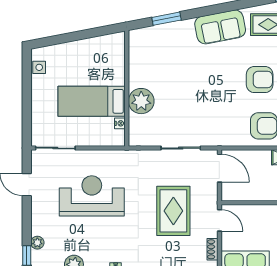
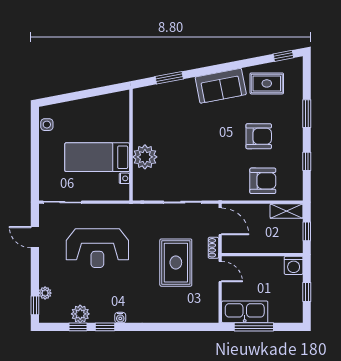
reception desk: (92, 196) -> (97, 248), turned 180
shoe rack: (212, 249) -> (213, 248), moved

